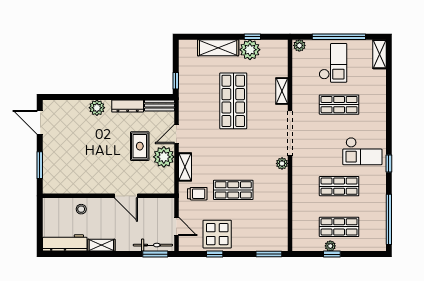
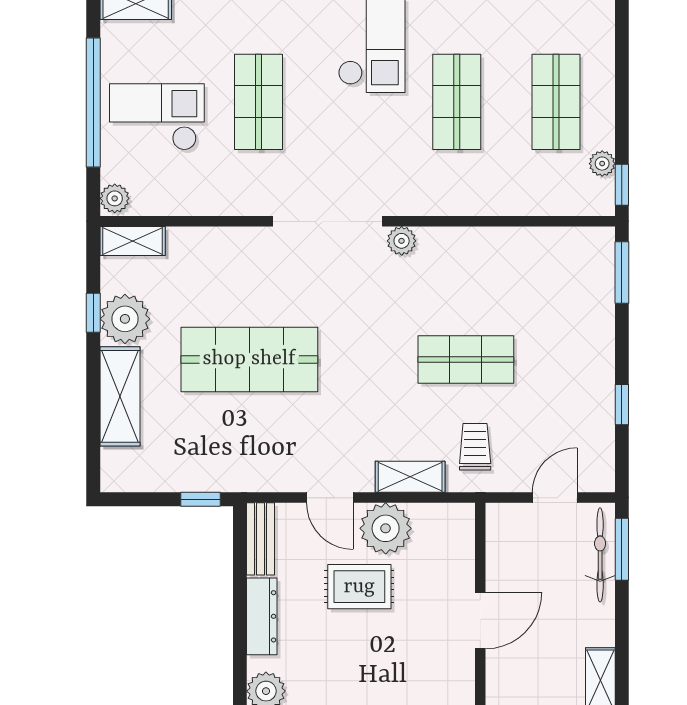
shelving: (282, 91) -> (133, 241), moved
shop shelf: (233, 190) -> (466, 359), turned 90
display table: (217, 234) -> (573, 398), removed
plant: (330, 246) -> (602, 164), moved
window: (332, 254) -> (622, 185), moved

